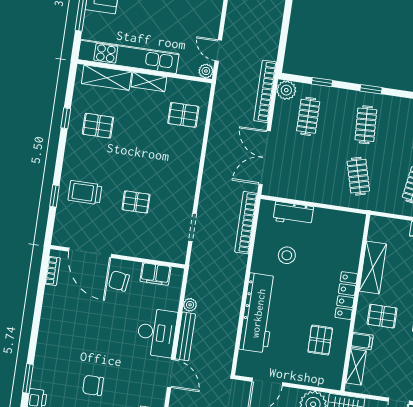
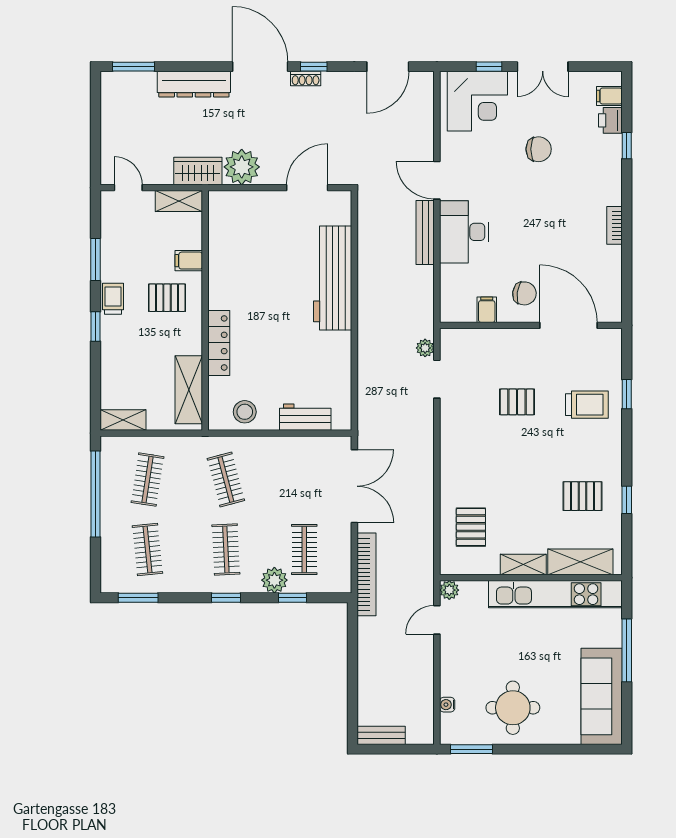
door: (218, 50) -> (437, 620), swing flipped
plant: (286, 90) -> (274, 580), moved
pallet: (183, 115) -> (471, 527), turned 90
bookcase: (246, 223) -> (366, 396), removed
stool: (287, 255) -> (245, 412), moved
shelving: (373, 268) -> (189, 390), moved
bookcase: (53, 271) -> (615, 225), moved
filing cabinet: (155, 274) -> (487, 310), width x0.50
locker: (346, 296) -> (219, 343), moved
plant: (190, 305) -> (425, 348), moved
pallet: (320, 340) -> (245, 254), removed
shelving: (356, 367) -> (179, 201), moved, turned 90
window: (28, 379) -> (627, 146), width x0.67

